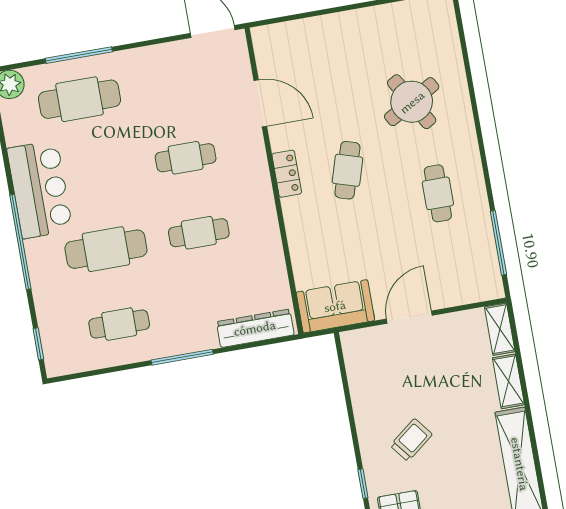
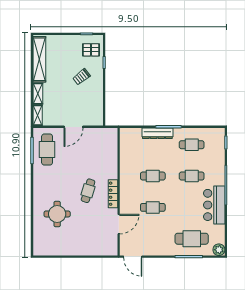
round table: (412, 102) -> (57, 214), turned 30
door: (260, 103) -> (119, 224), swing flipped
locker: (287, 174) -> (113, 194), width x1.53
cafe table: (438, 193) -> (47, 149), moved, width x1.37, depth x1.35
cafe table: (106, 249) -> (192, 176), width x0.73, depth x0.74
sofa: (335, 306) -> (103, 136), removed
dresser: (255, 328) -> (157, 133), moved

